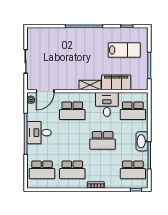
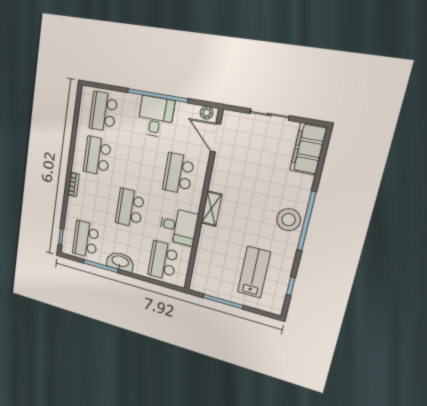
stool: (86, 37) -> (289, 220), added
lab bench: (124, 50) -> (254, 272), turned 180
filing cabinet: (116, 82) -> (308, 149), moved, turned 180

